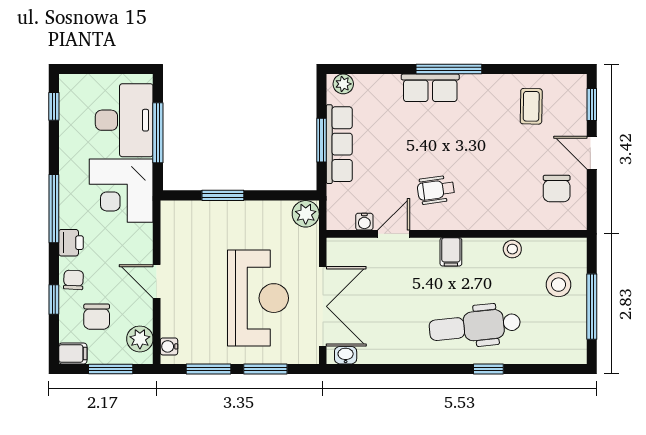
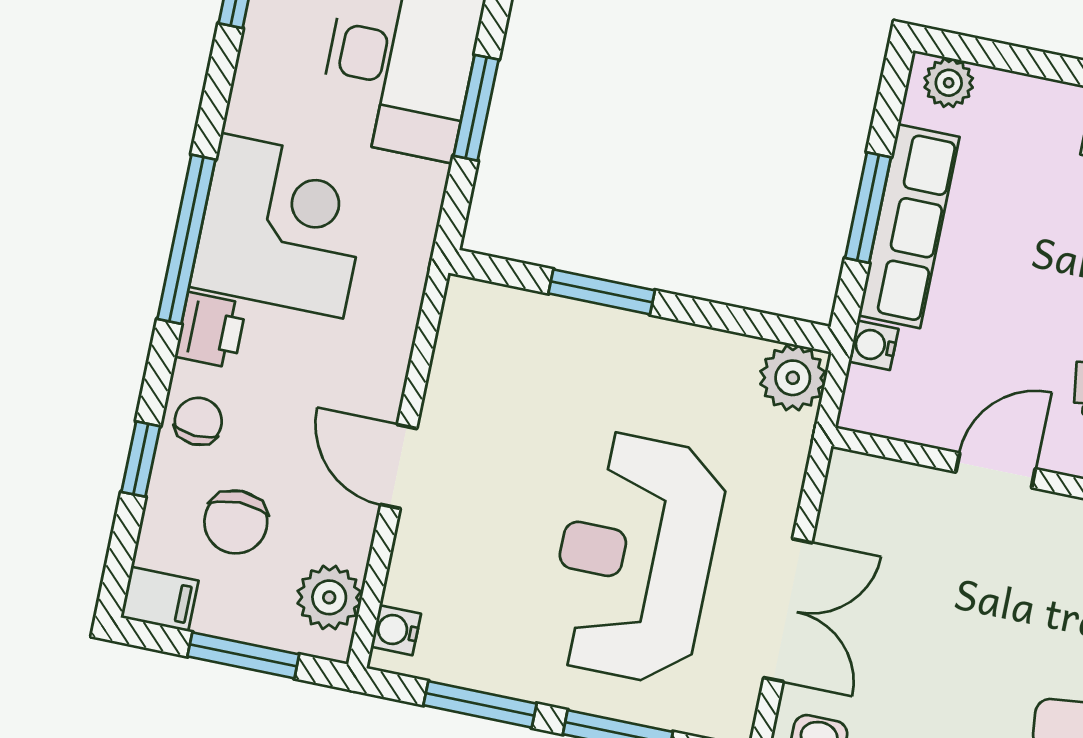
window: (158, 133) -> (476, 108), width x0.69
corner desk: (121, 191) -> (282, 226), moved, turned 180
water cooler: (364, 222) -> (874, 345), moved, turned 90
reception desk: (258, 298) -> (635, 558), turned 180
double door: (323, 306) -> (788, 610), width x0.73

